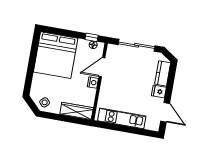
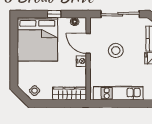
window: (92, 37) -> (54, 14), moved
door: (102, 67) -> (88, 43), hinge flipped
stool: (127, 78) -> (116, 51), added

